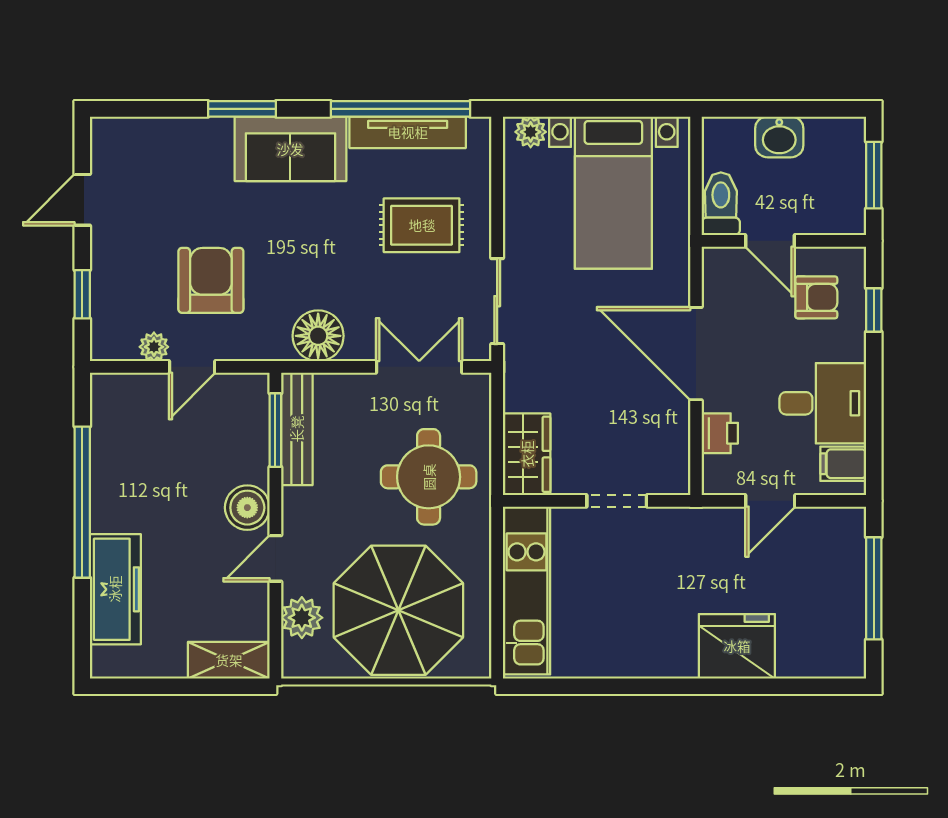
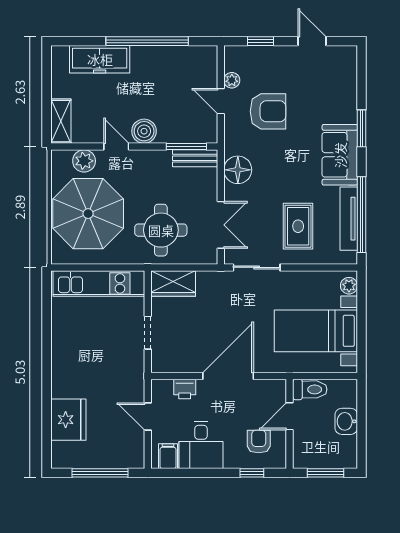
armchair: (816, 297) -> (259, 442), turned 180
bench: (297, 429) -> (195, 158), width x0.73
fridge: (737, 646) -> (68, 420), moved

